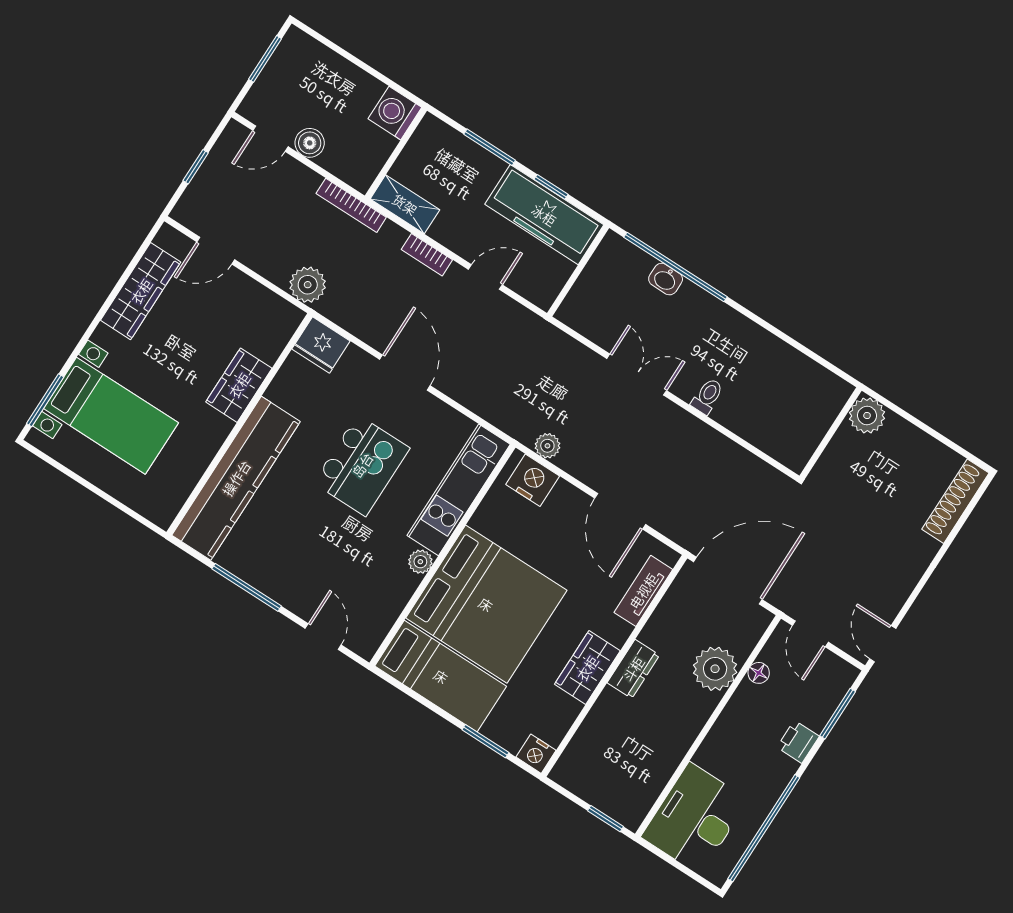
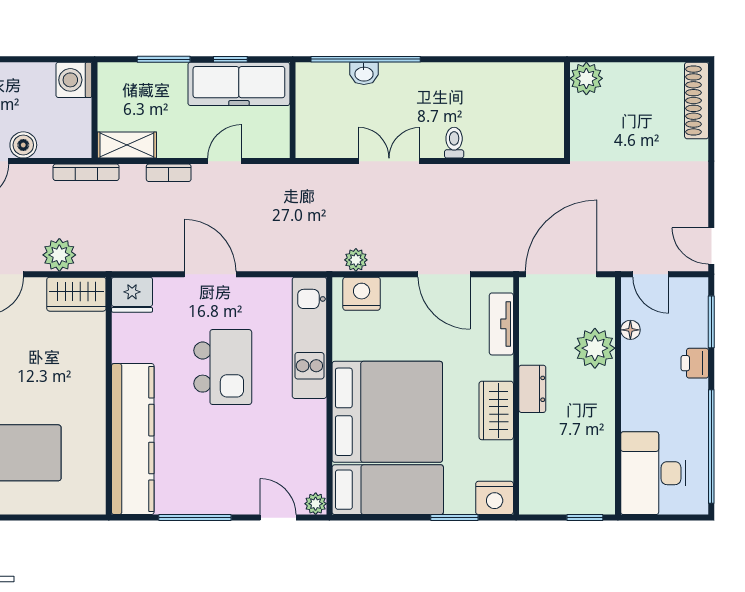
plant: (308, 285) -> (59, 255), moved
wardrobe: (239, 385) -> (76, 294), moved, turned -90
plant: (420, 562) -> (316, 504), moved
nightstand: (536, 754) -> (495, 498), width x1.36, depth x1.33

